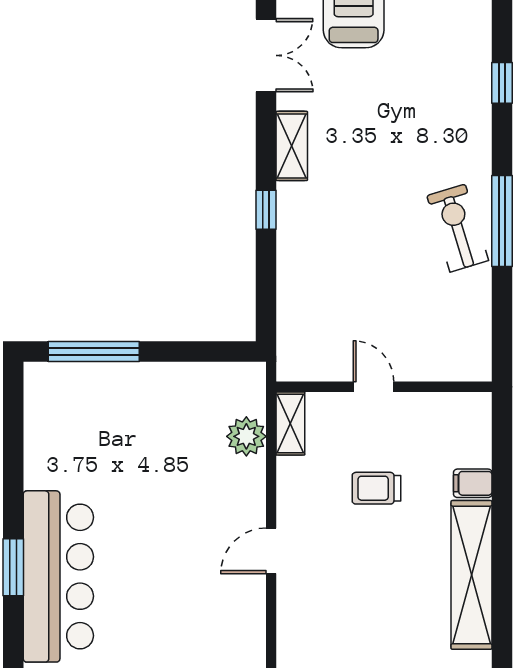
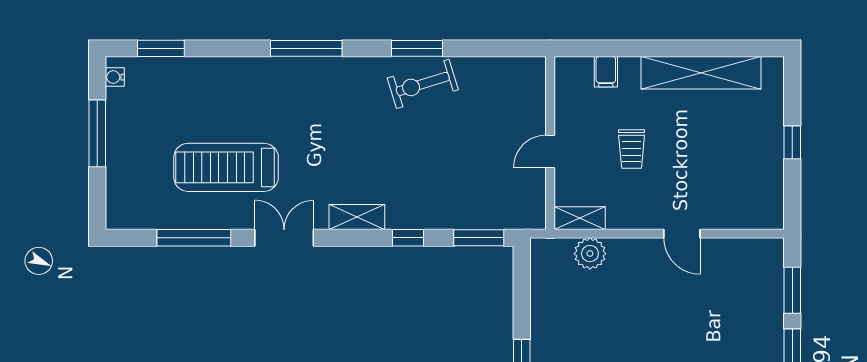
window: (502, 83) -> (306, 48), width x2.17
window: (502, 221) -> (417, 48), width x0.69
window: (266, 298) -> (479, 238), added
filing cabinet: (473, 483) -> (606, 72), moved

